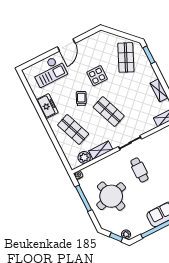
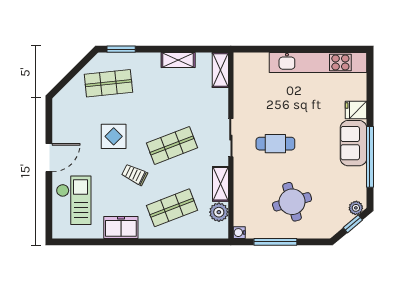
door: (66, 45) -> (49, 158), hinge flipped
shop shelf: (126, 57) -> (108, 83), turned -30
round table: (111, 196) -> (292, 202), width x0.73, depth x0.73

